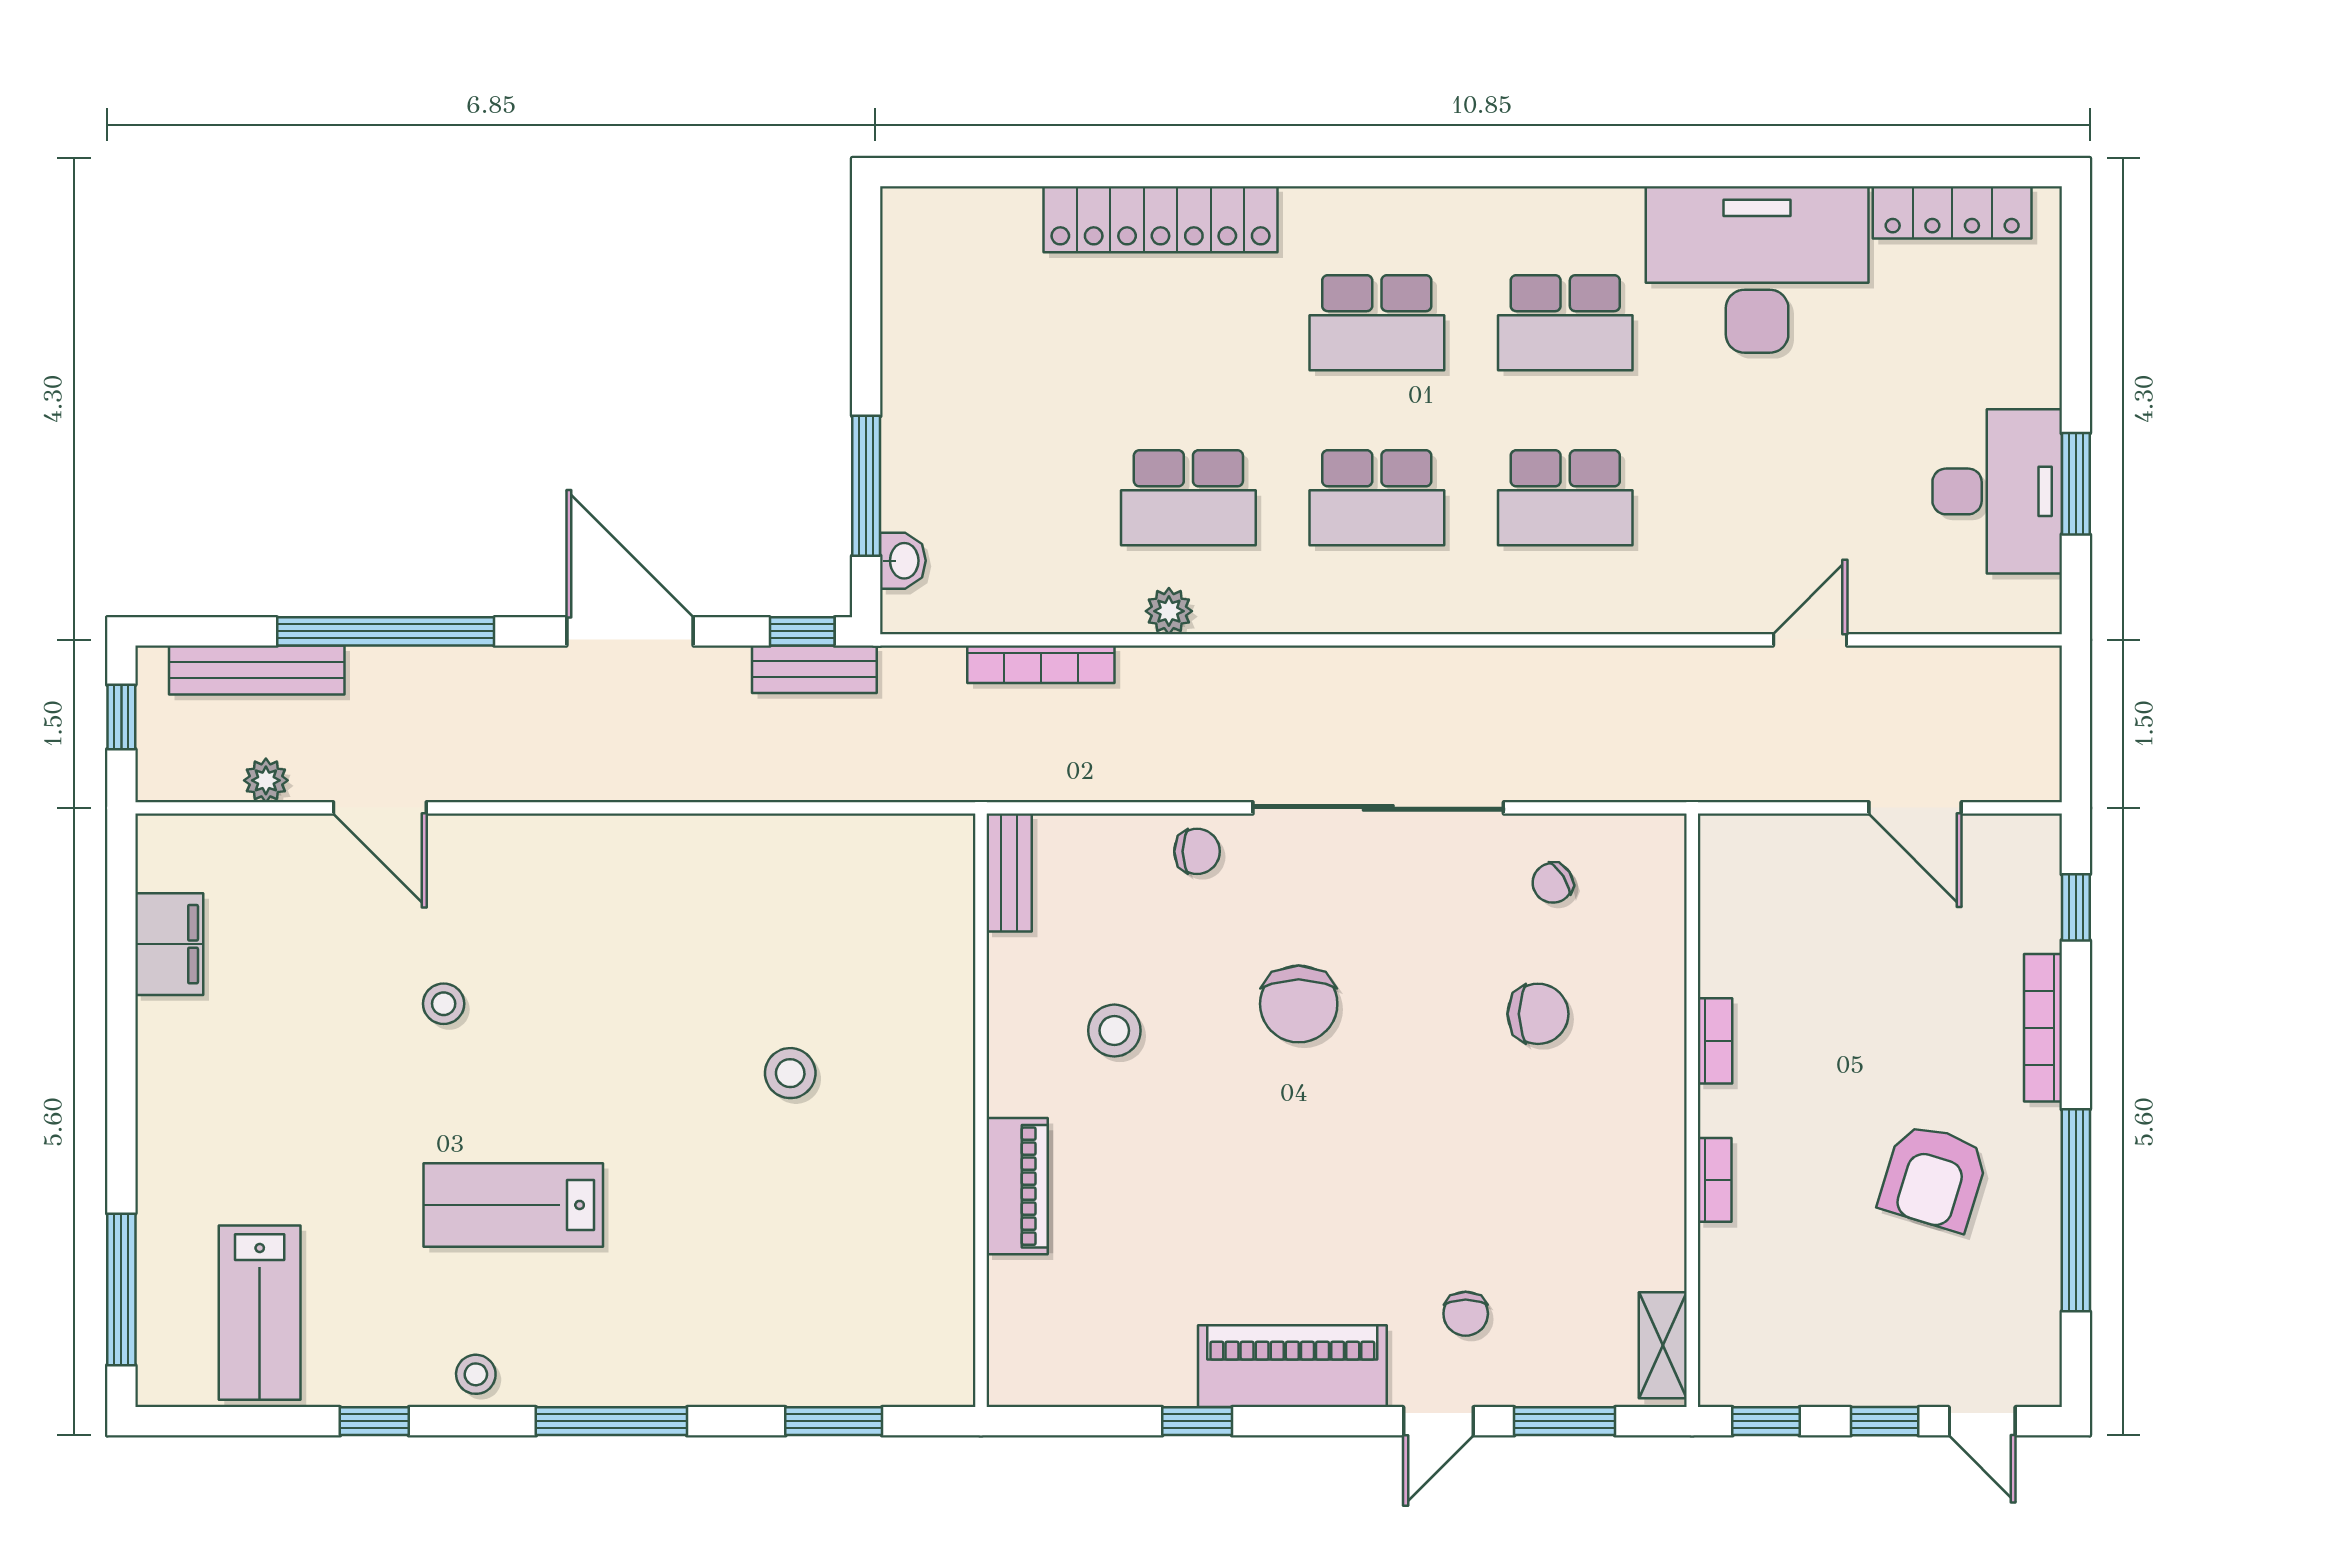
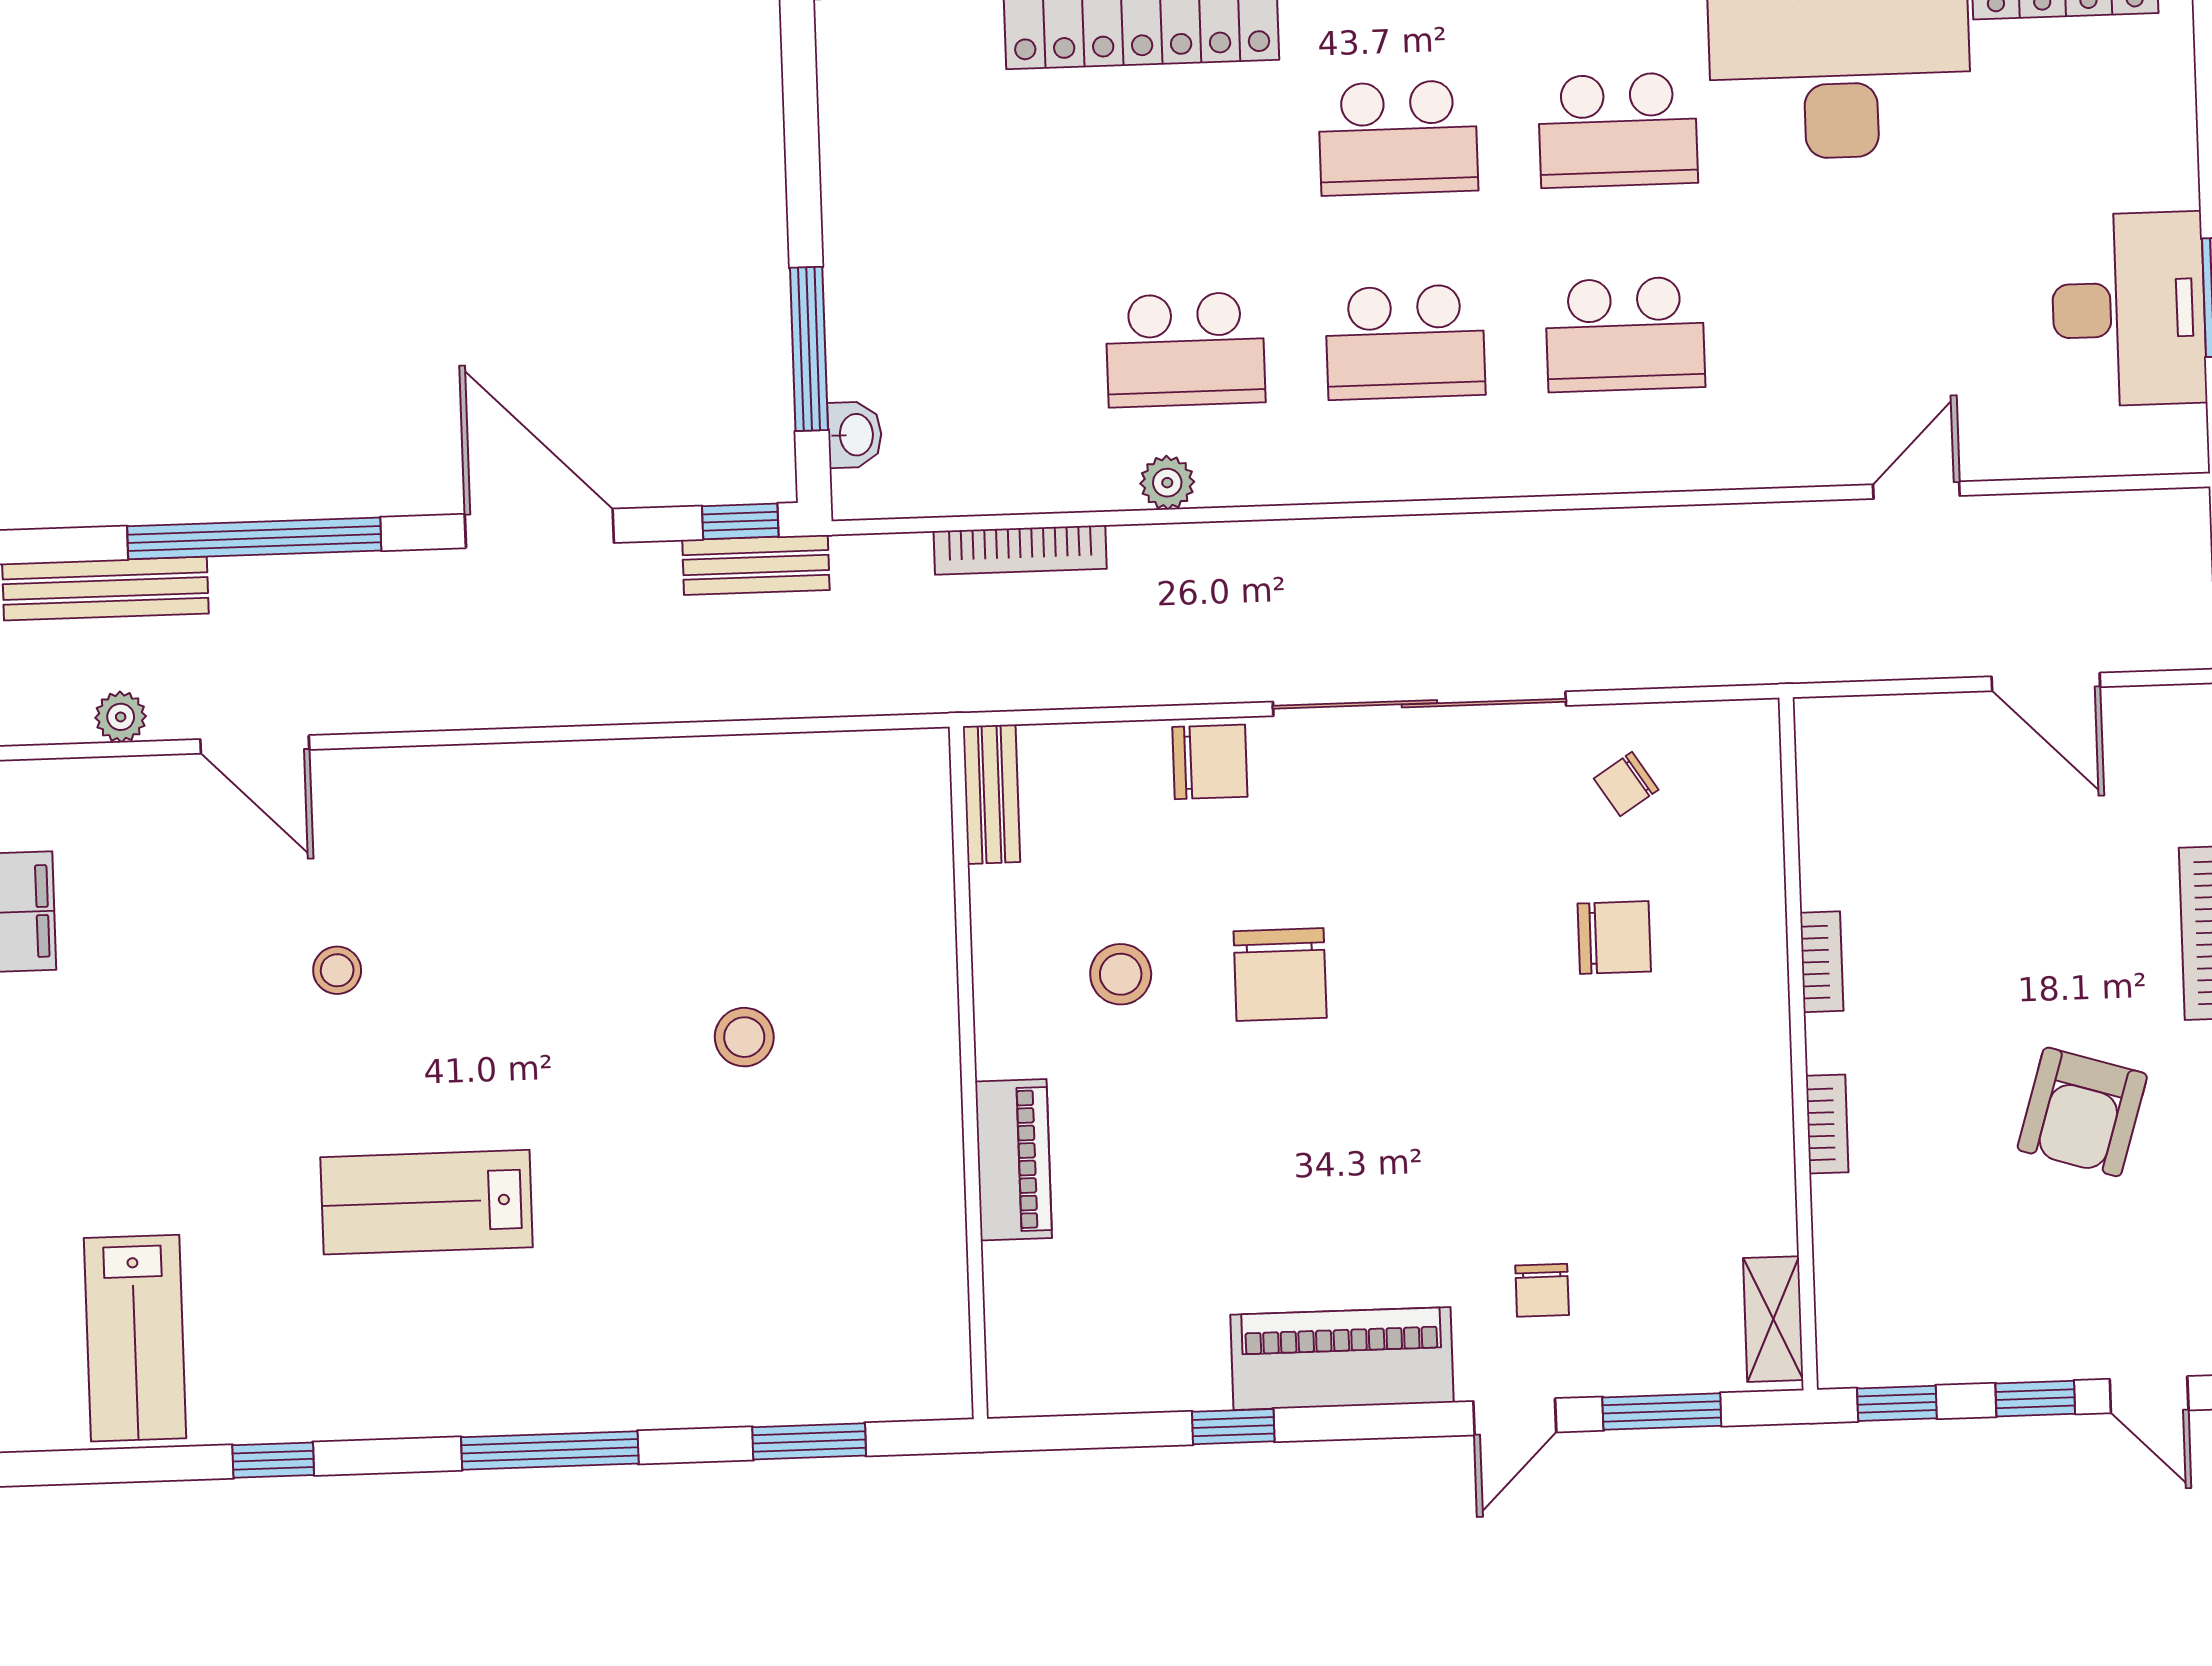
chair: (1197, 851) -> (1210, 762), width x1.37, depth x1.37
chair: (1299, 1004) -> (1280, 975), moved
stool: (476, 1374) -> (390, 1401), removed

